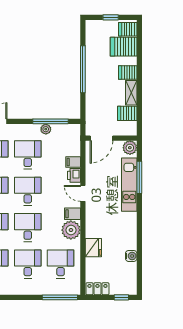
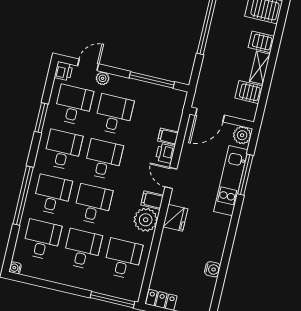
plant: (46, 129) -> (103, 78), moved
fridge: (93, 248) -> (175, 218), moved

